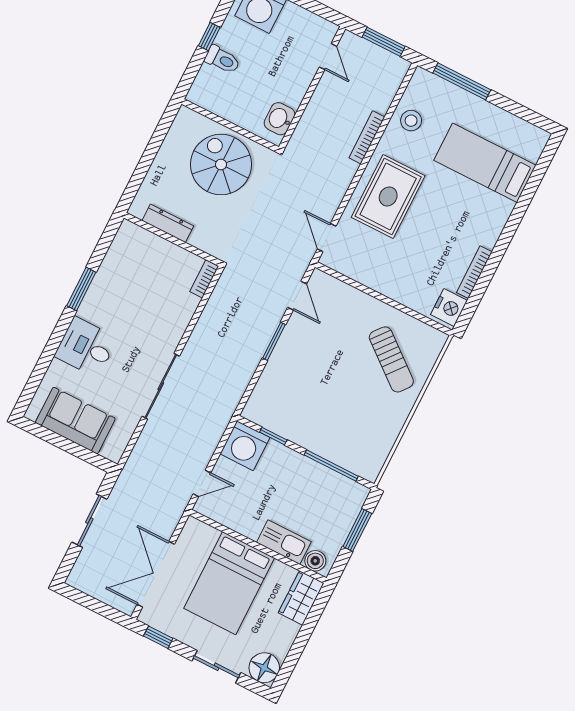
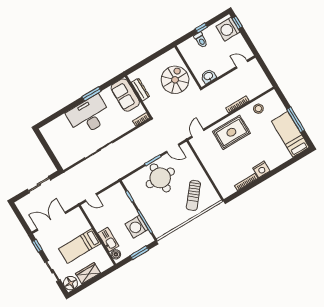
window: (384, 42) -> (267, 72), removed
door: (328, 57) -> (242, 64), swing flipped
window: (462, 81) -> (296, 120), moved
bed: (485, 163) -> (290, 134), moved
door: (297, 296) -> (173, 148), hinge flipped
nightstand: (449, 308) -> (261, 169), moved
desk: (86, 347) -> (89, 115), width x1.87, depth x1.30
round table: (309, 365) -> (160, 178), added
sofa: (75, 421) -> (125, 95), moved, turned 180
washing machine: (245, 446) -> (137, 227), moved
bed: (229, 583) -> (80, 246), width x0.67
wardrobe: (301, 598) -> (88, 273), moved

